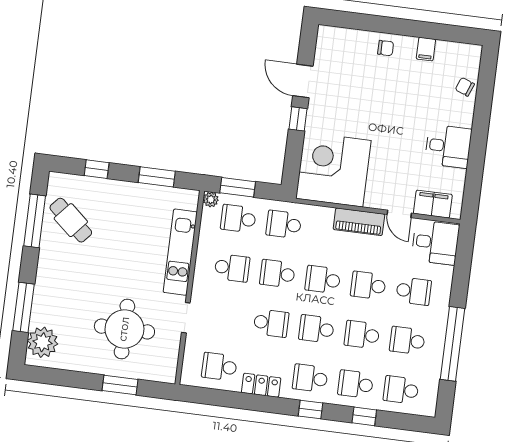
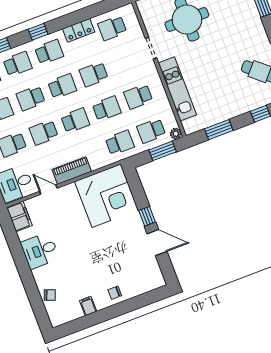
filing cabinet: (433, 204) -> (19, 216), moved, turned -90
school desk: (238, 219) -> (151, 131), turned 180
school desk: (368, 285) -> (44, 132), turned 180
school desk: (362, 335) -> (31, 98), turned 180
school desk: (219, 367) -> (112, 28), turned 180

